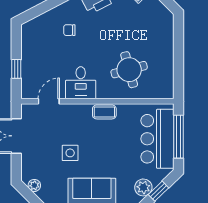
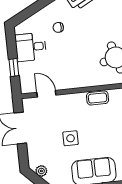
desk: (81, 83) -> (31, 47), moved, turned 90
door: (49, 101) -> (46, 94), hinge flipped

